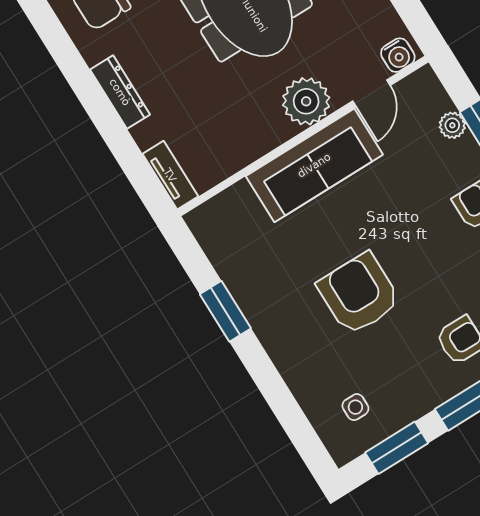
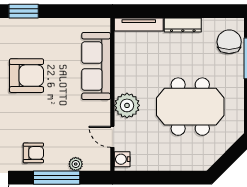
sofa: (314, 165) -> (96, 66), moved
tv unit: (170, 175) -> (139, 24), width x1.41
window: (225, 311) -> (24, 11), moved

